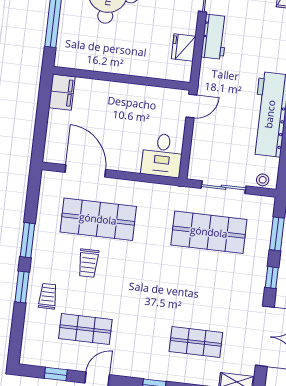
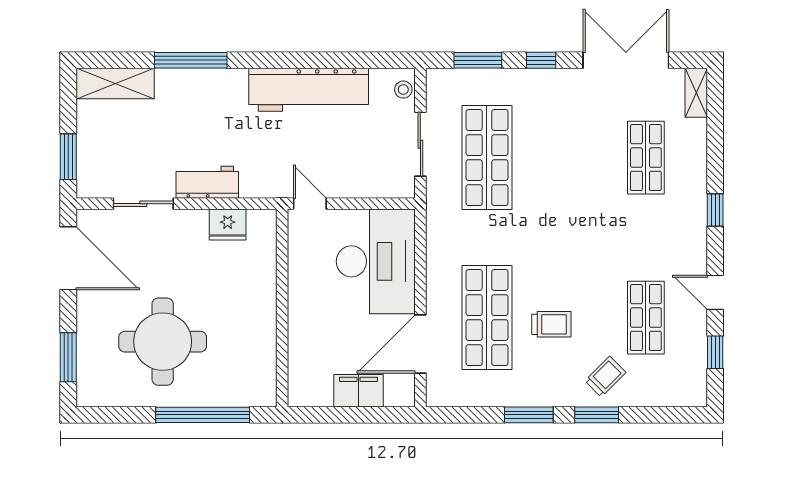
filing cabinet: (62, 92) -> (358, 391), moved
desk: (162, 155) -> (376, 261), width x1.87, depth x1.30
trolley: (48, 296) -> (605, 377), turned 135

